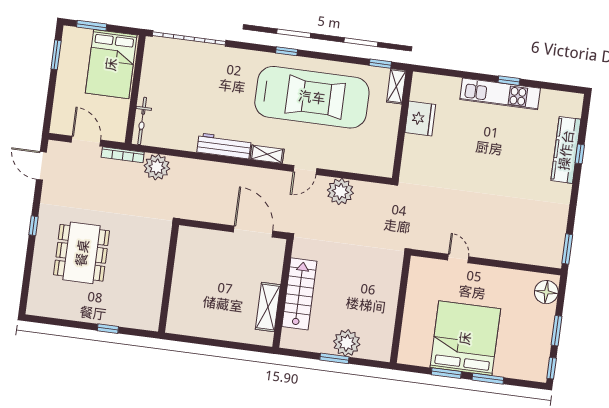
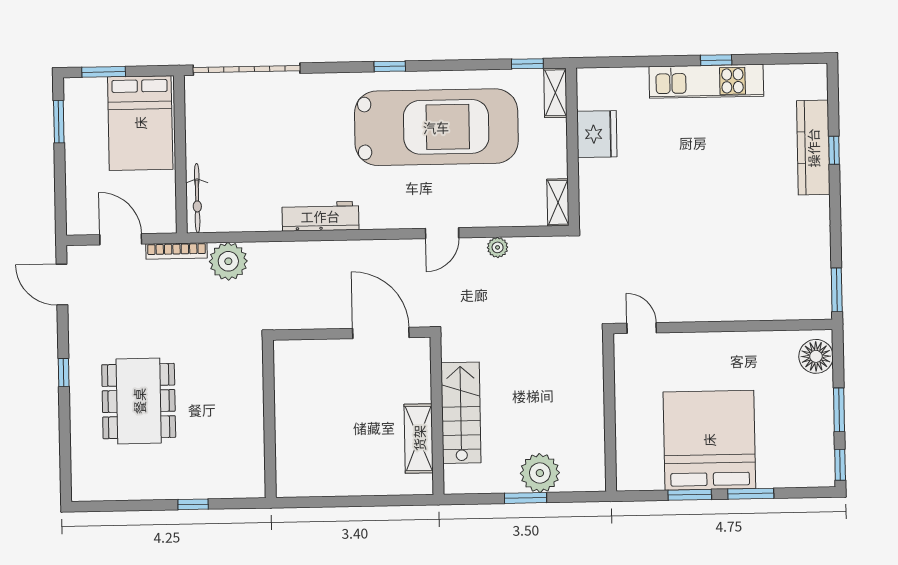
shelving: (267, 154) -> (558, 202), moved, turned 90
plant: (340, 192) -> (498, 247), width x0.53, depth x0.53
door: (458, 258) -> (642, 328), moved

